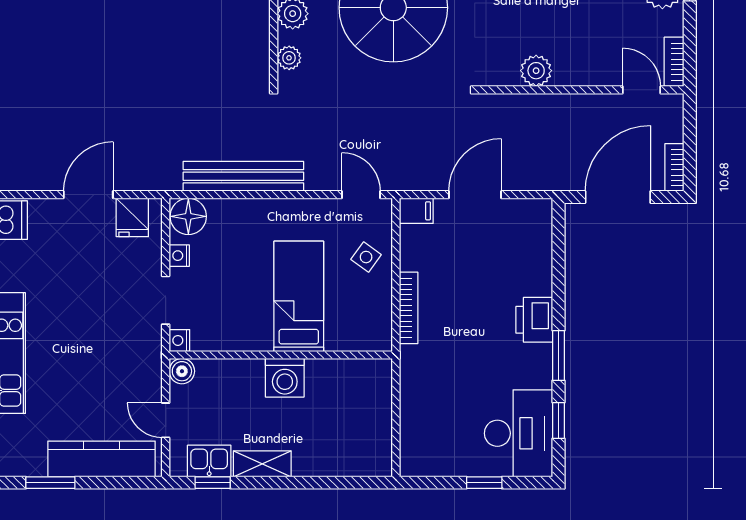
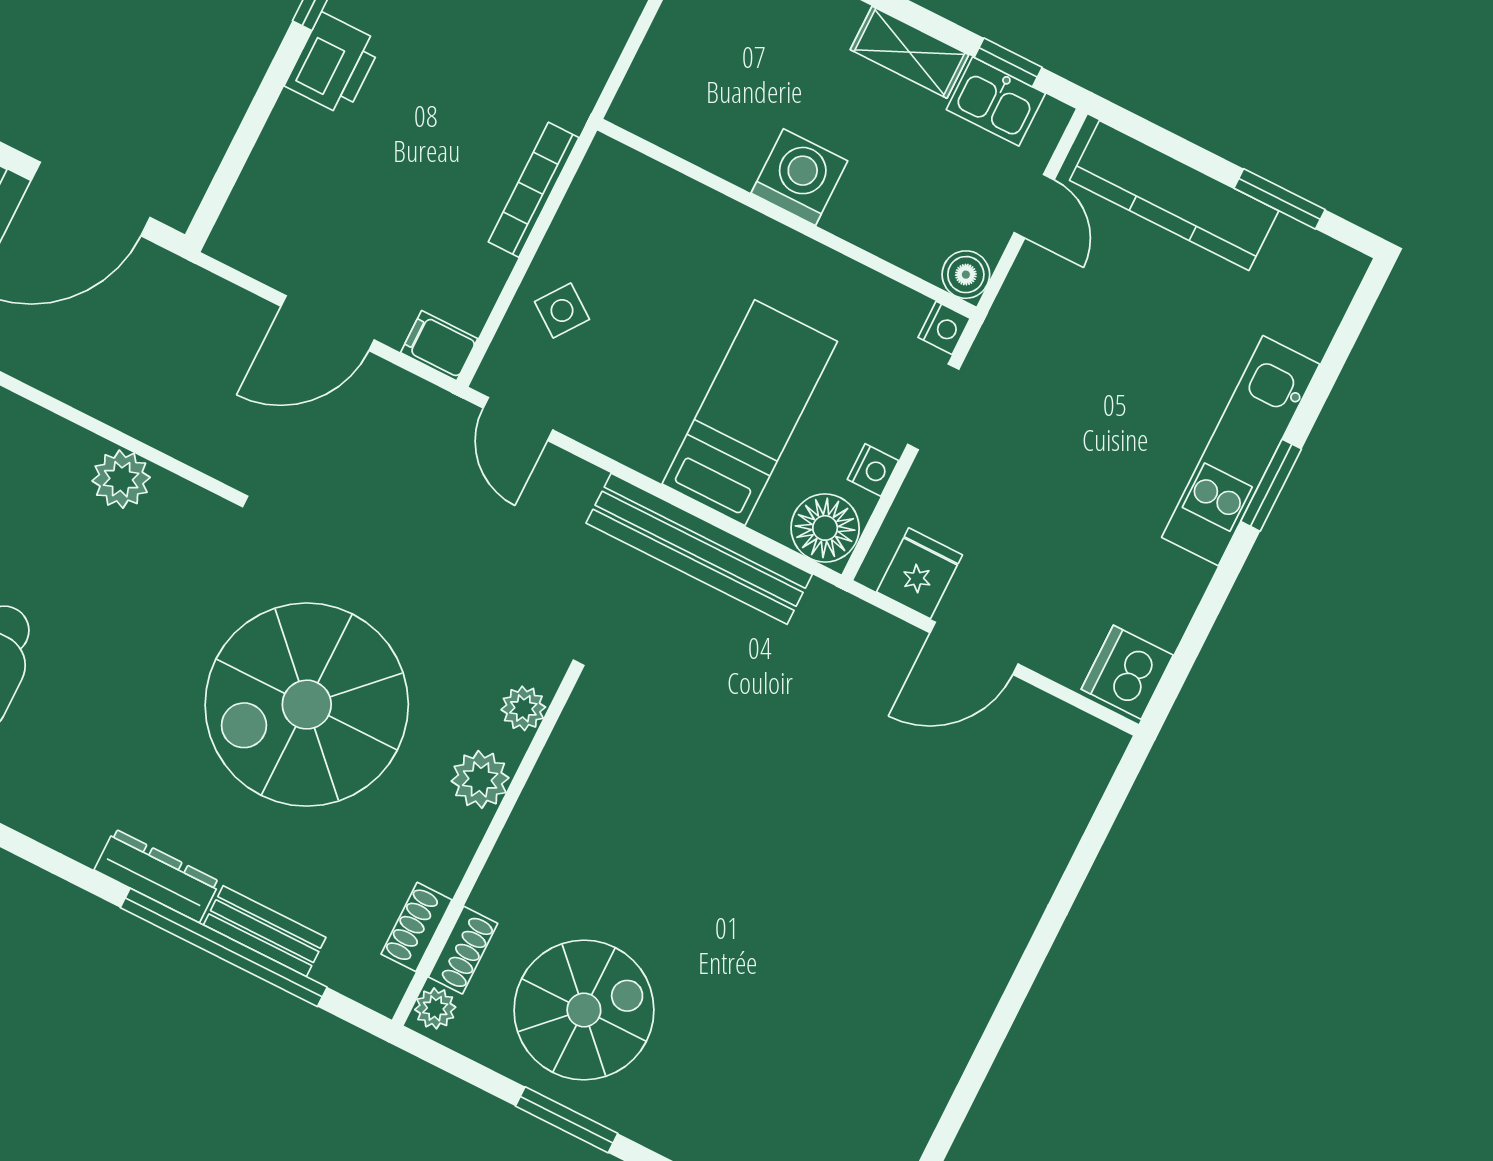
bed: (299, 296) -> (750, 413), moved, turned 180

